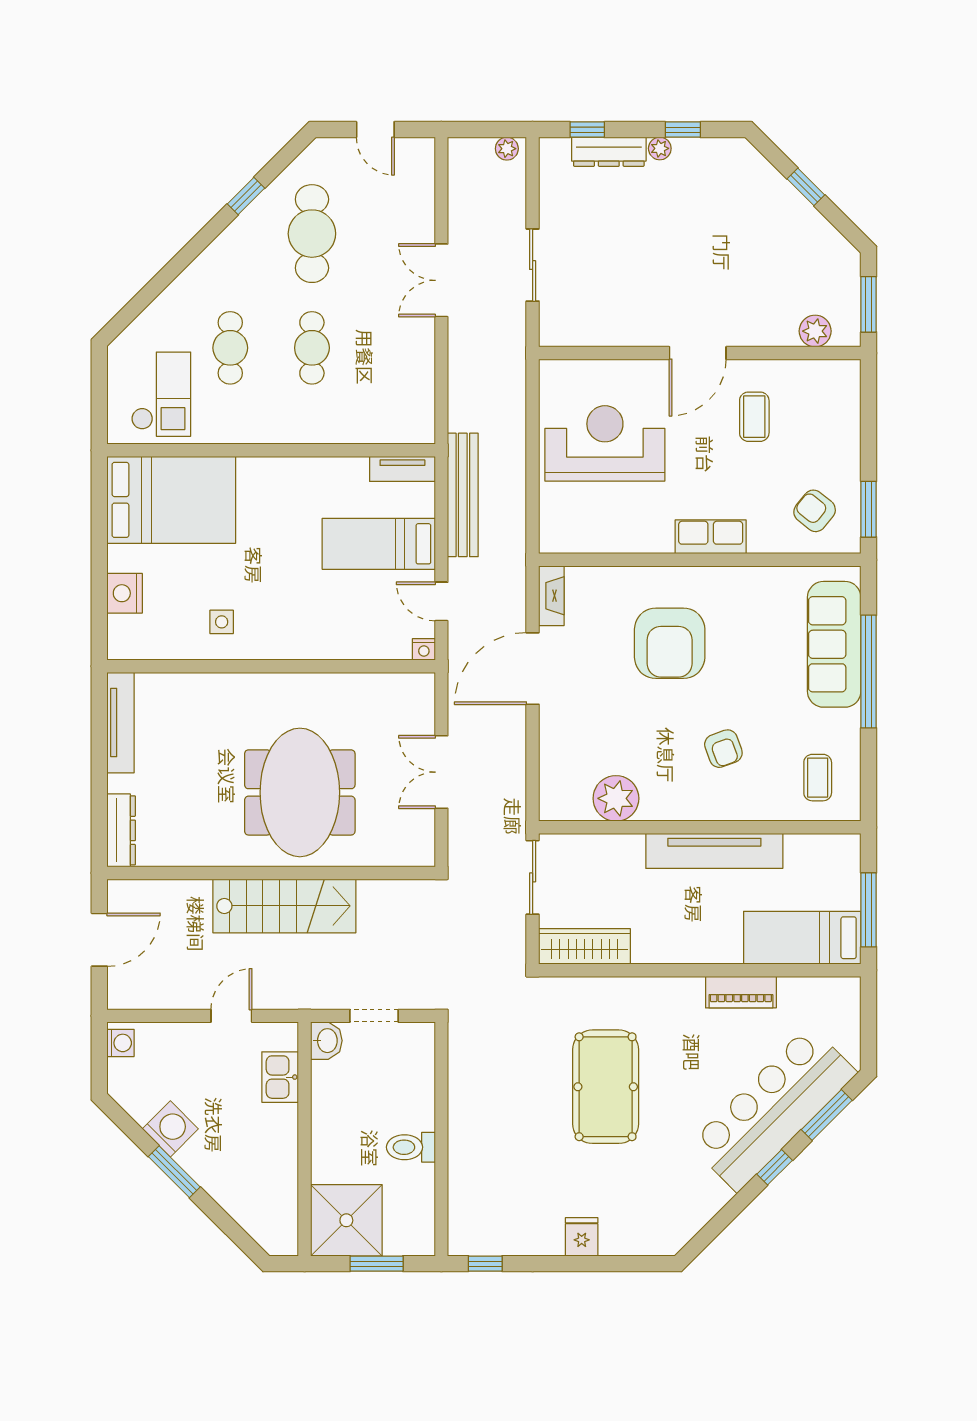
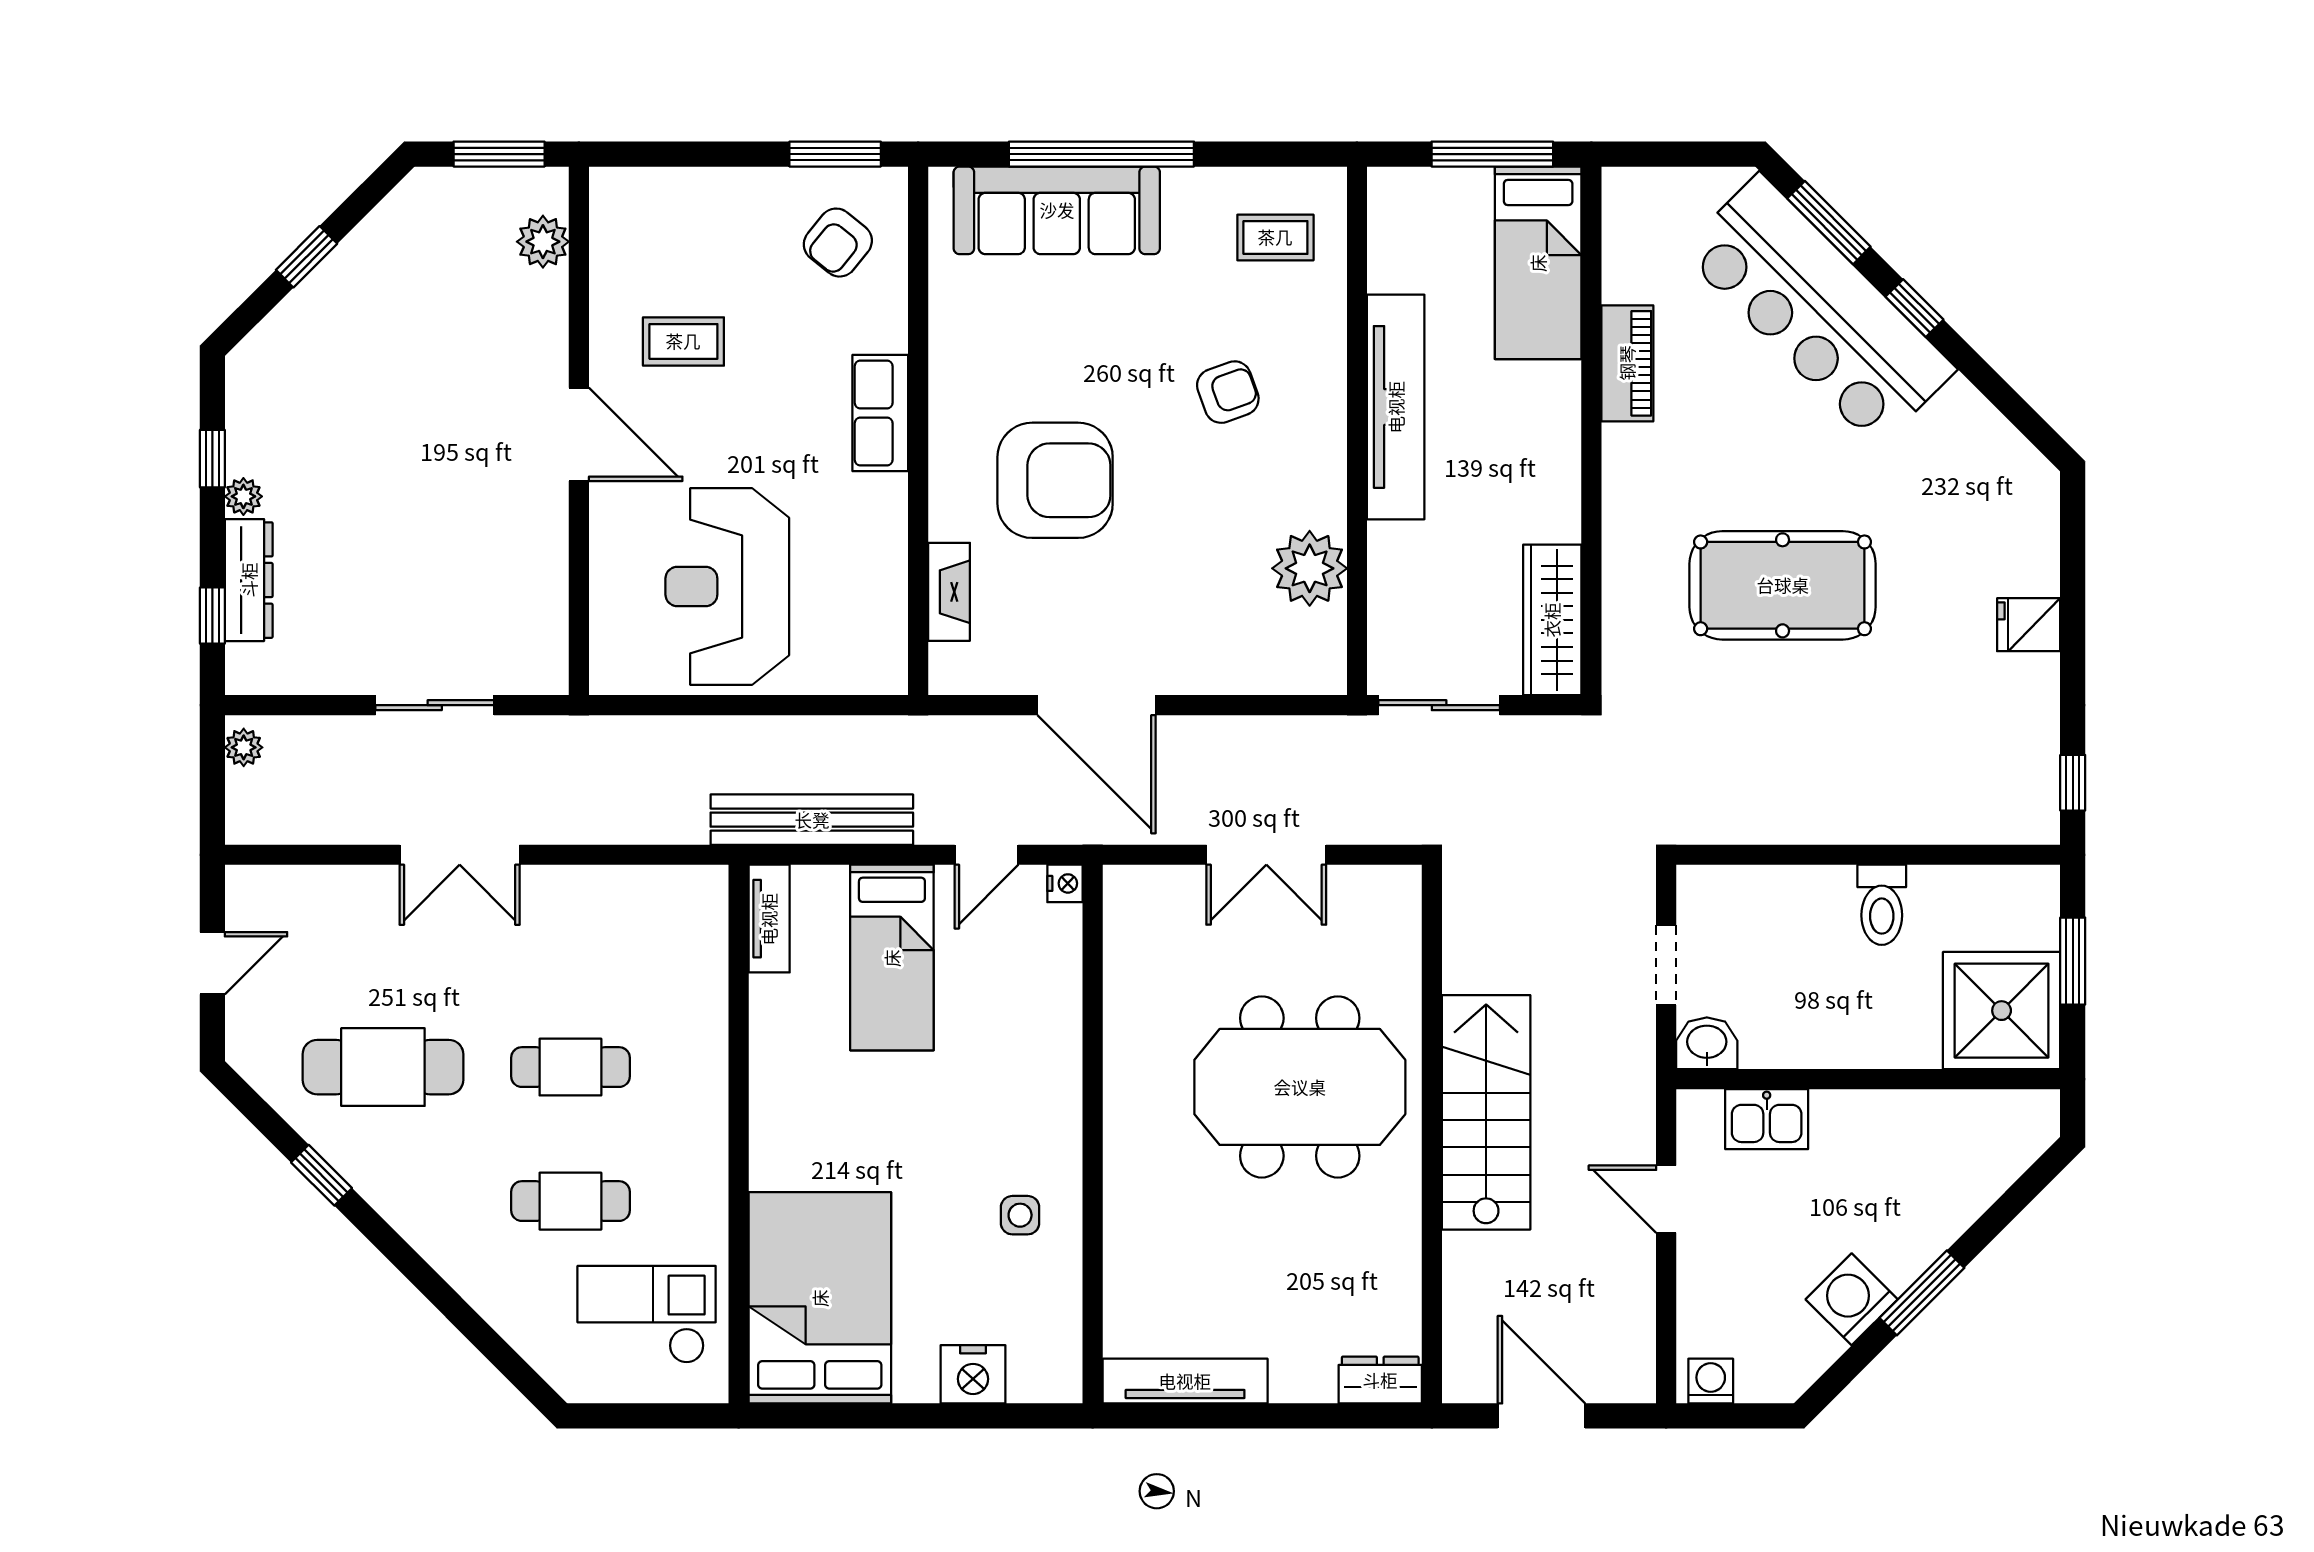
fireplace: (551, 596) -> (949, 592), moved, turned 90
dresser: (121, 830) -> (1380, 1380), width x0.70

